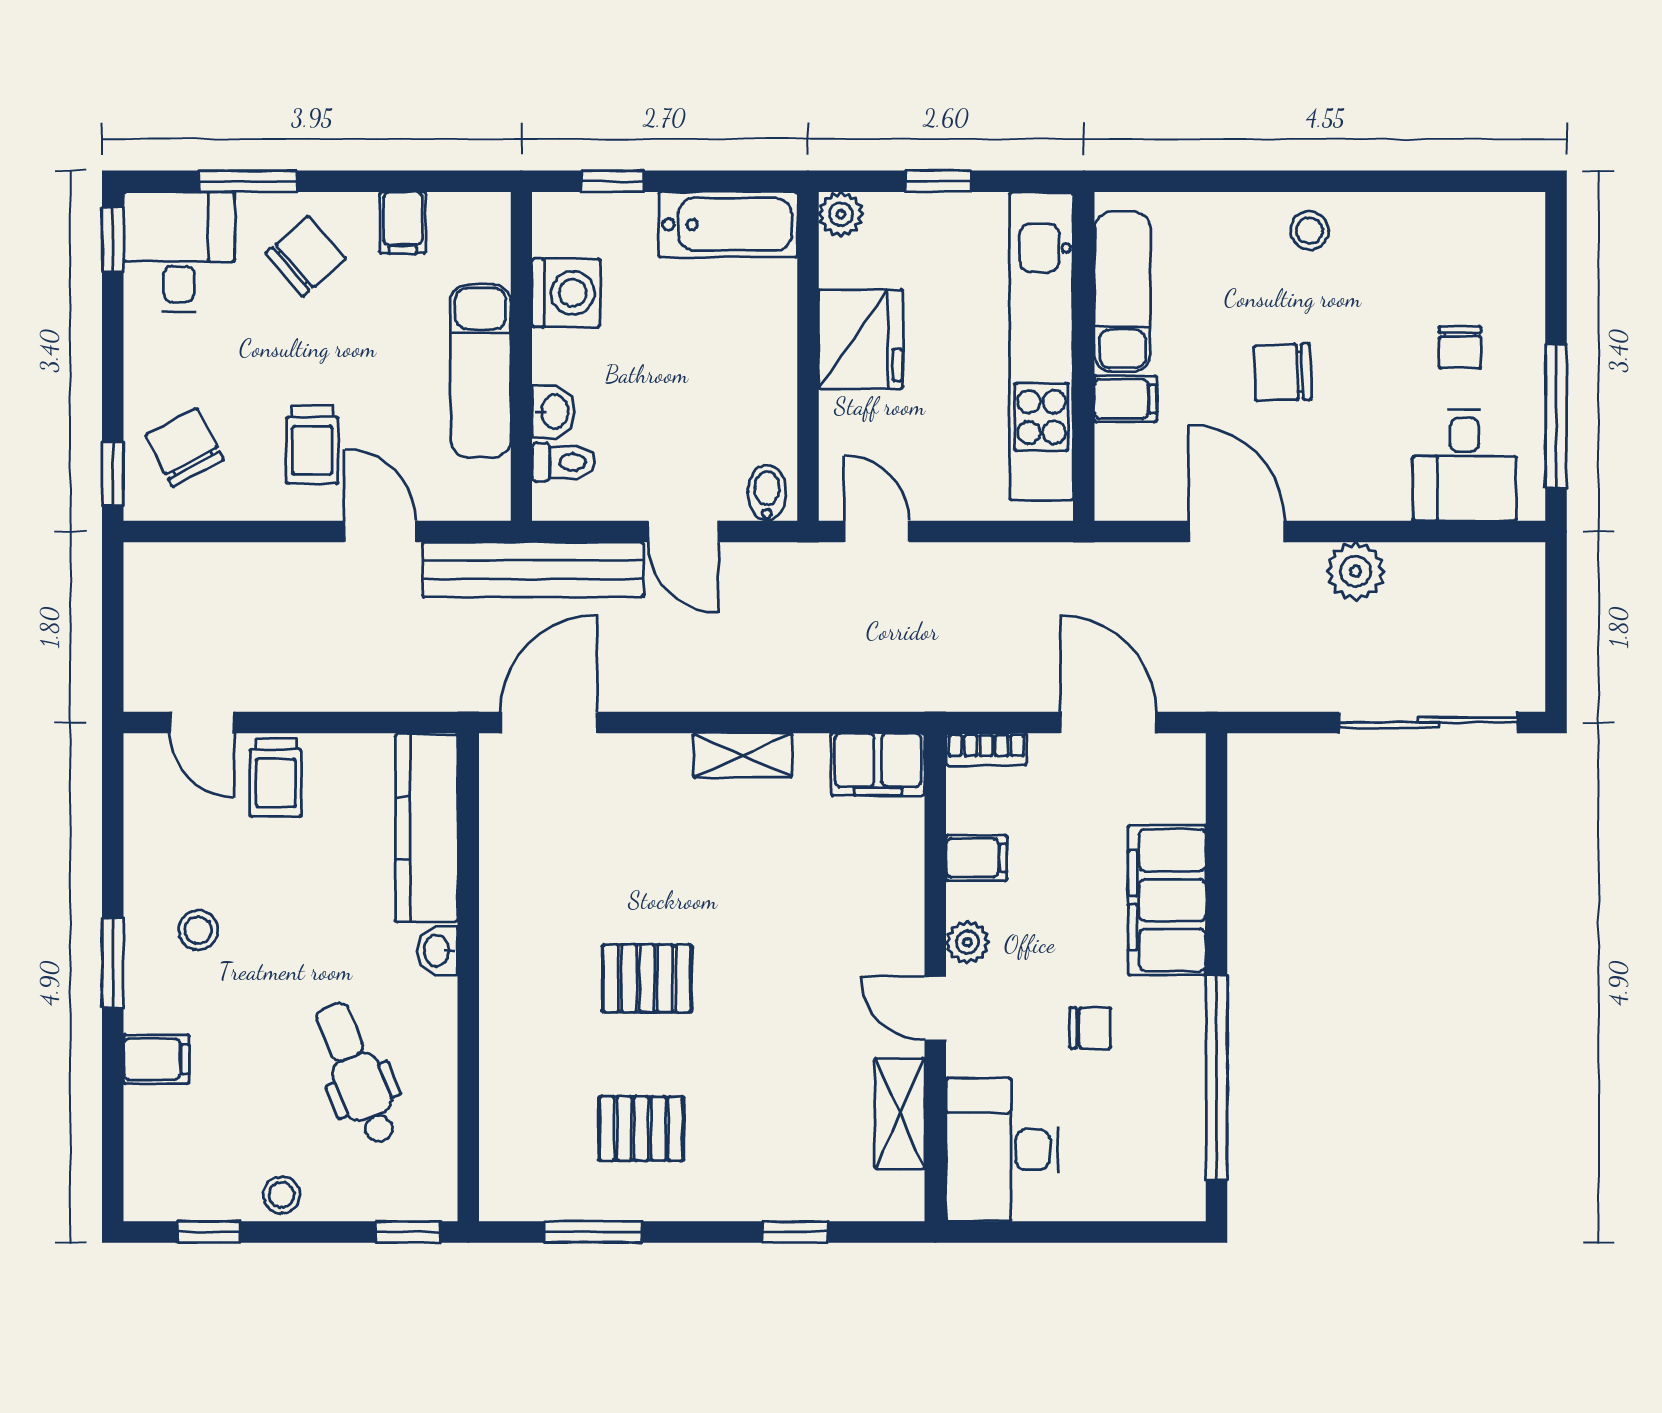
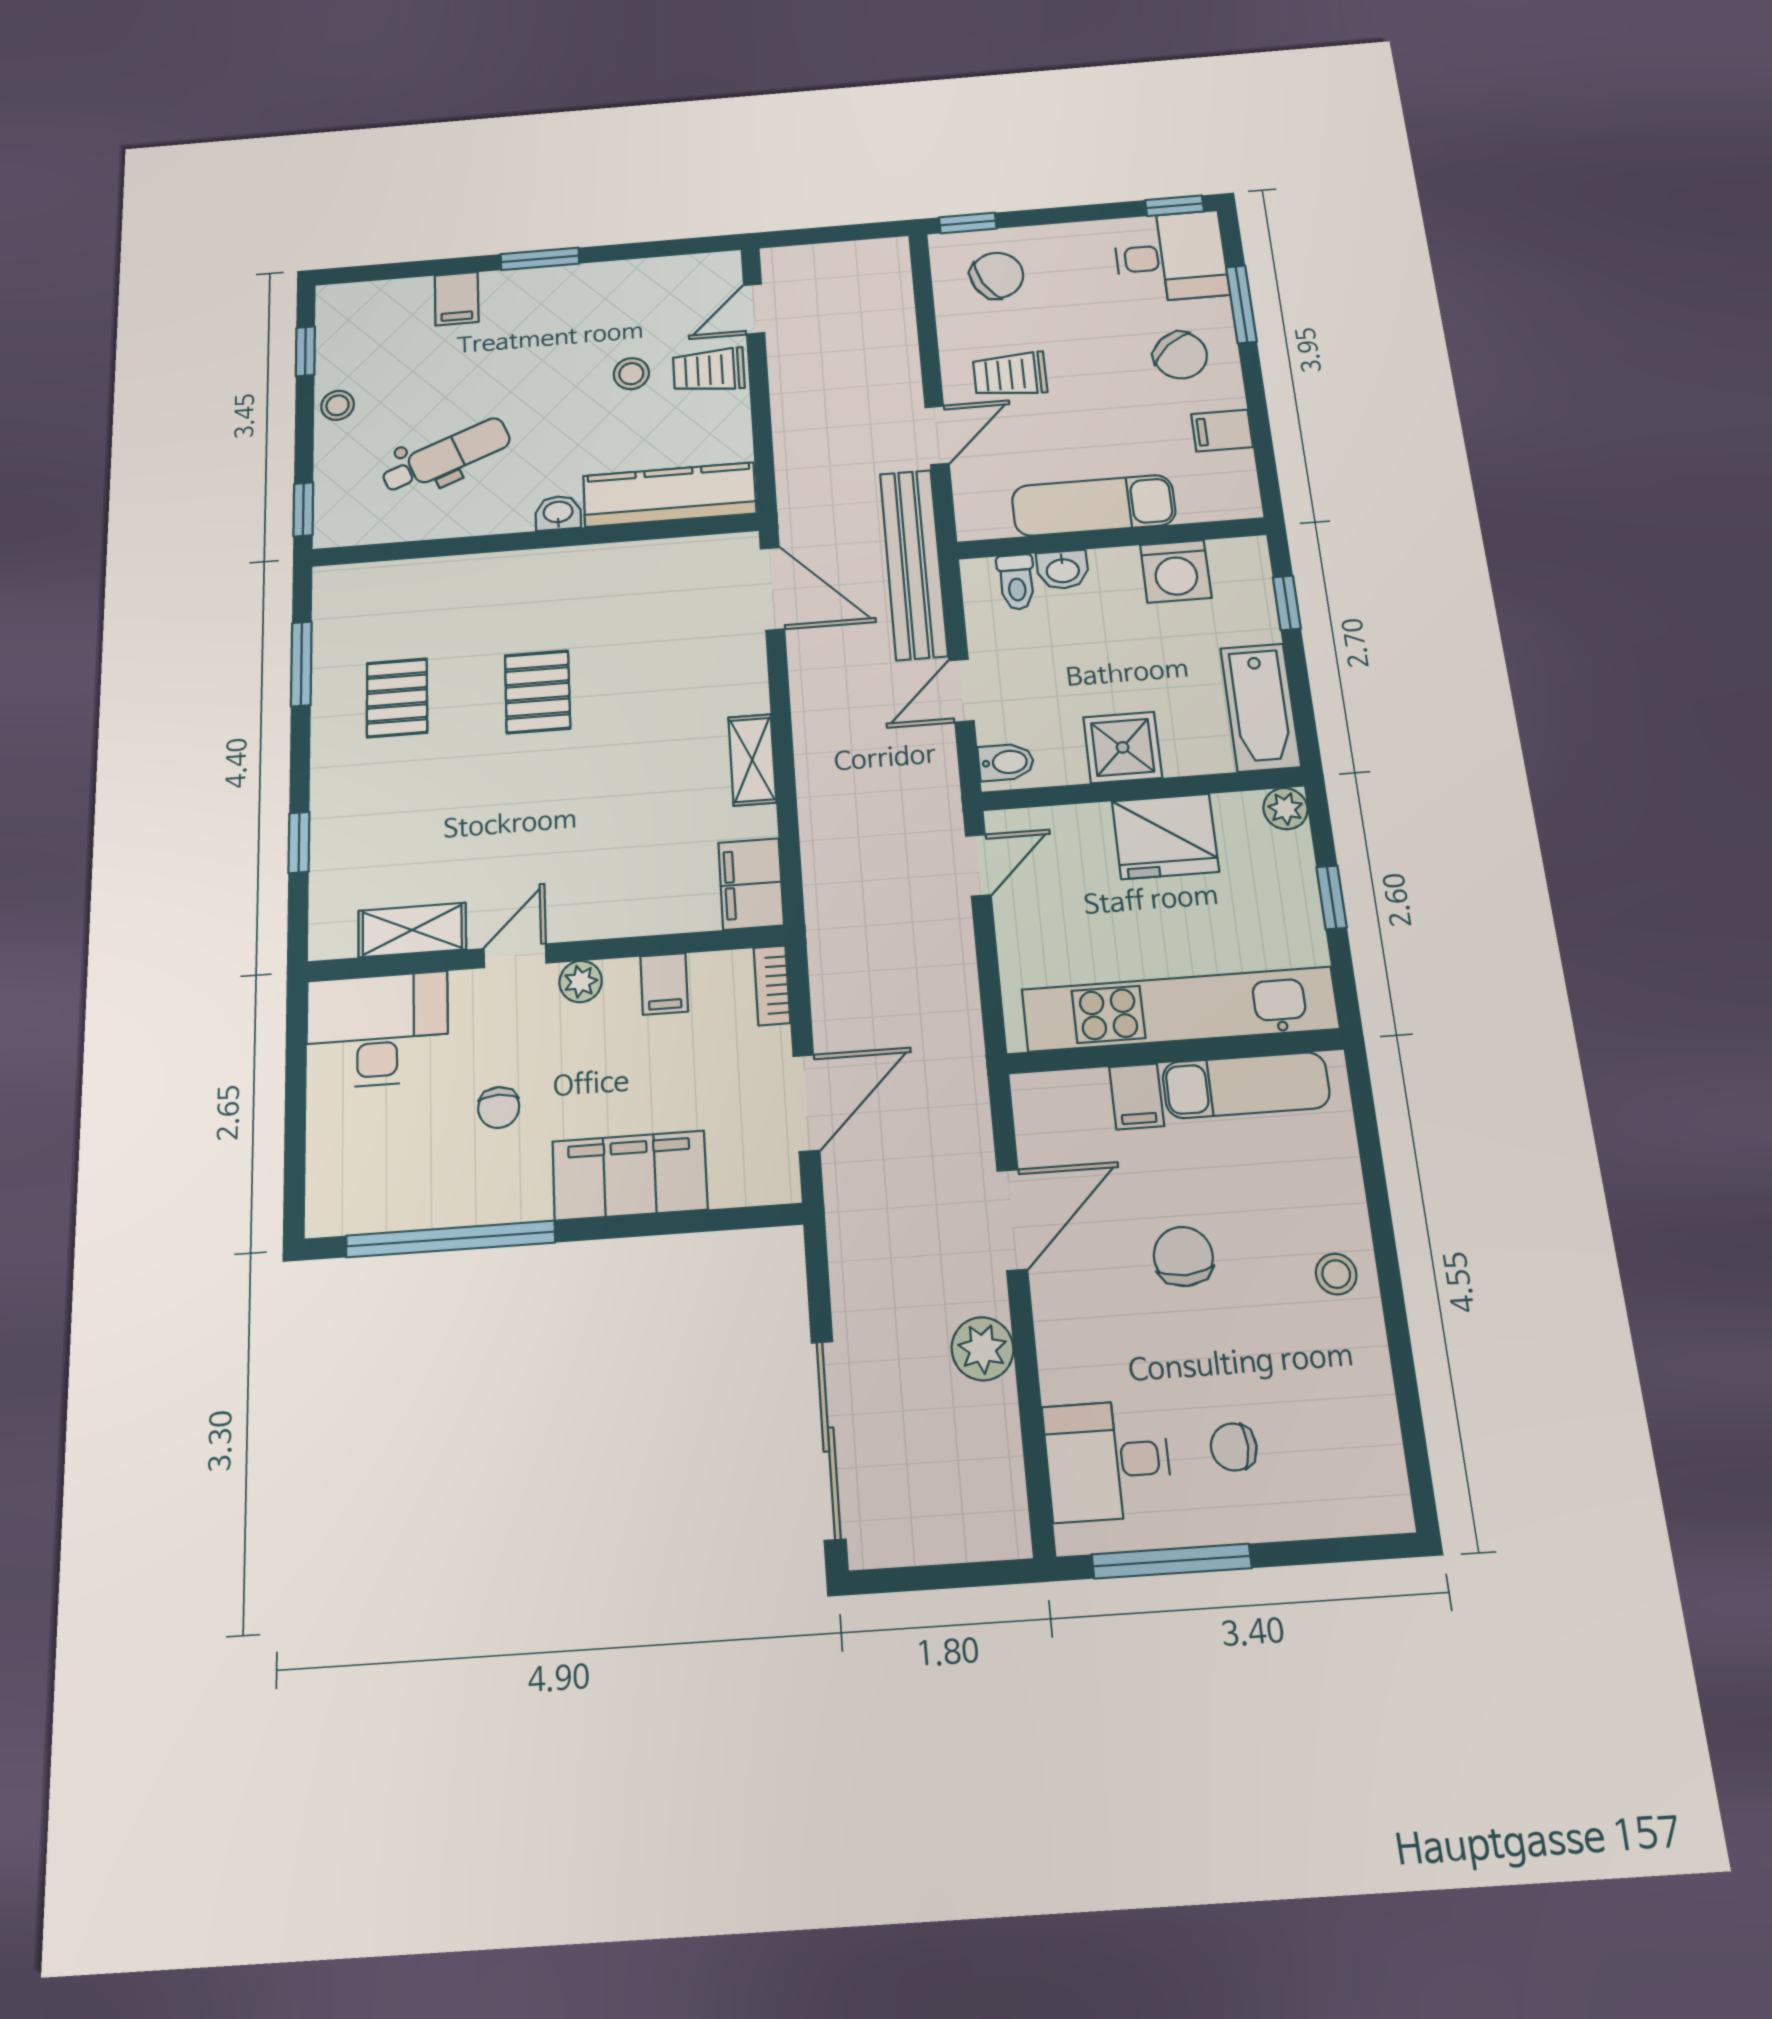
shower: (761, 371) -> (1123, 747), added
stool: (198, 930) -> (631, 374), moved

